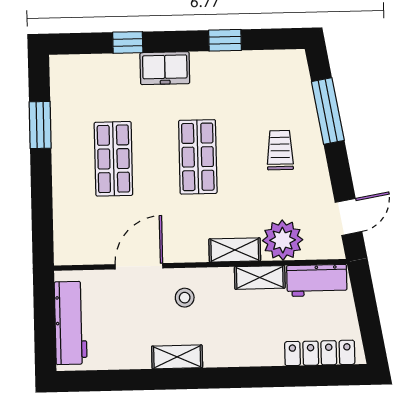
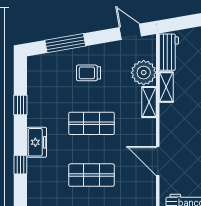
stool: (185, 298) -> (178, 133), removed

